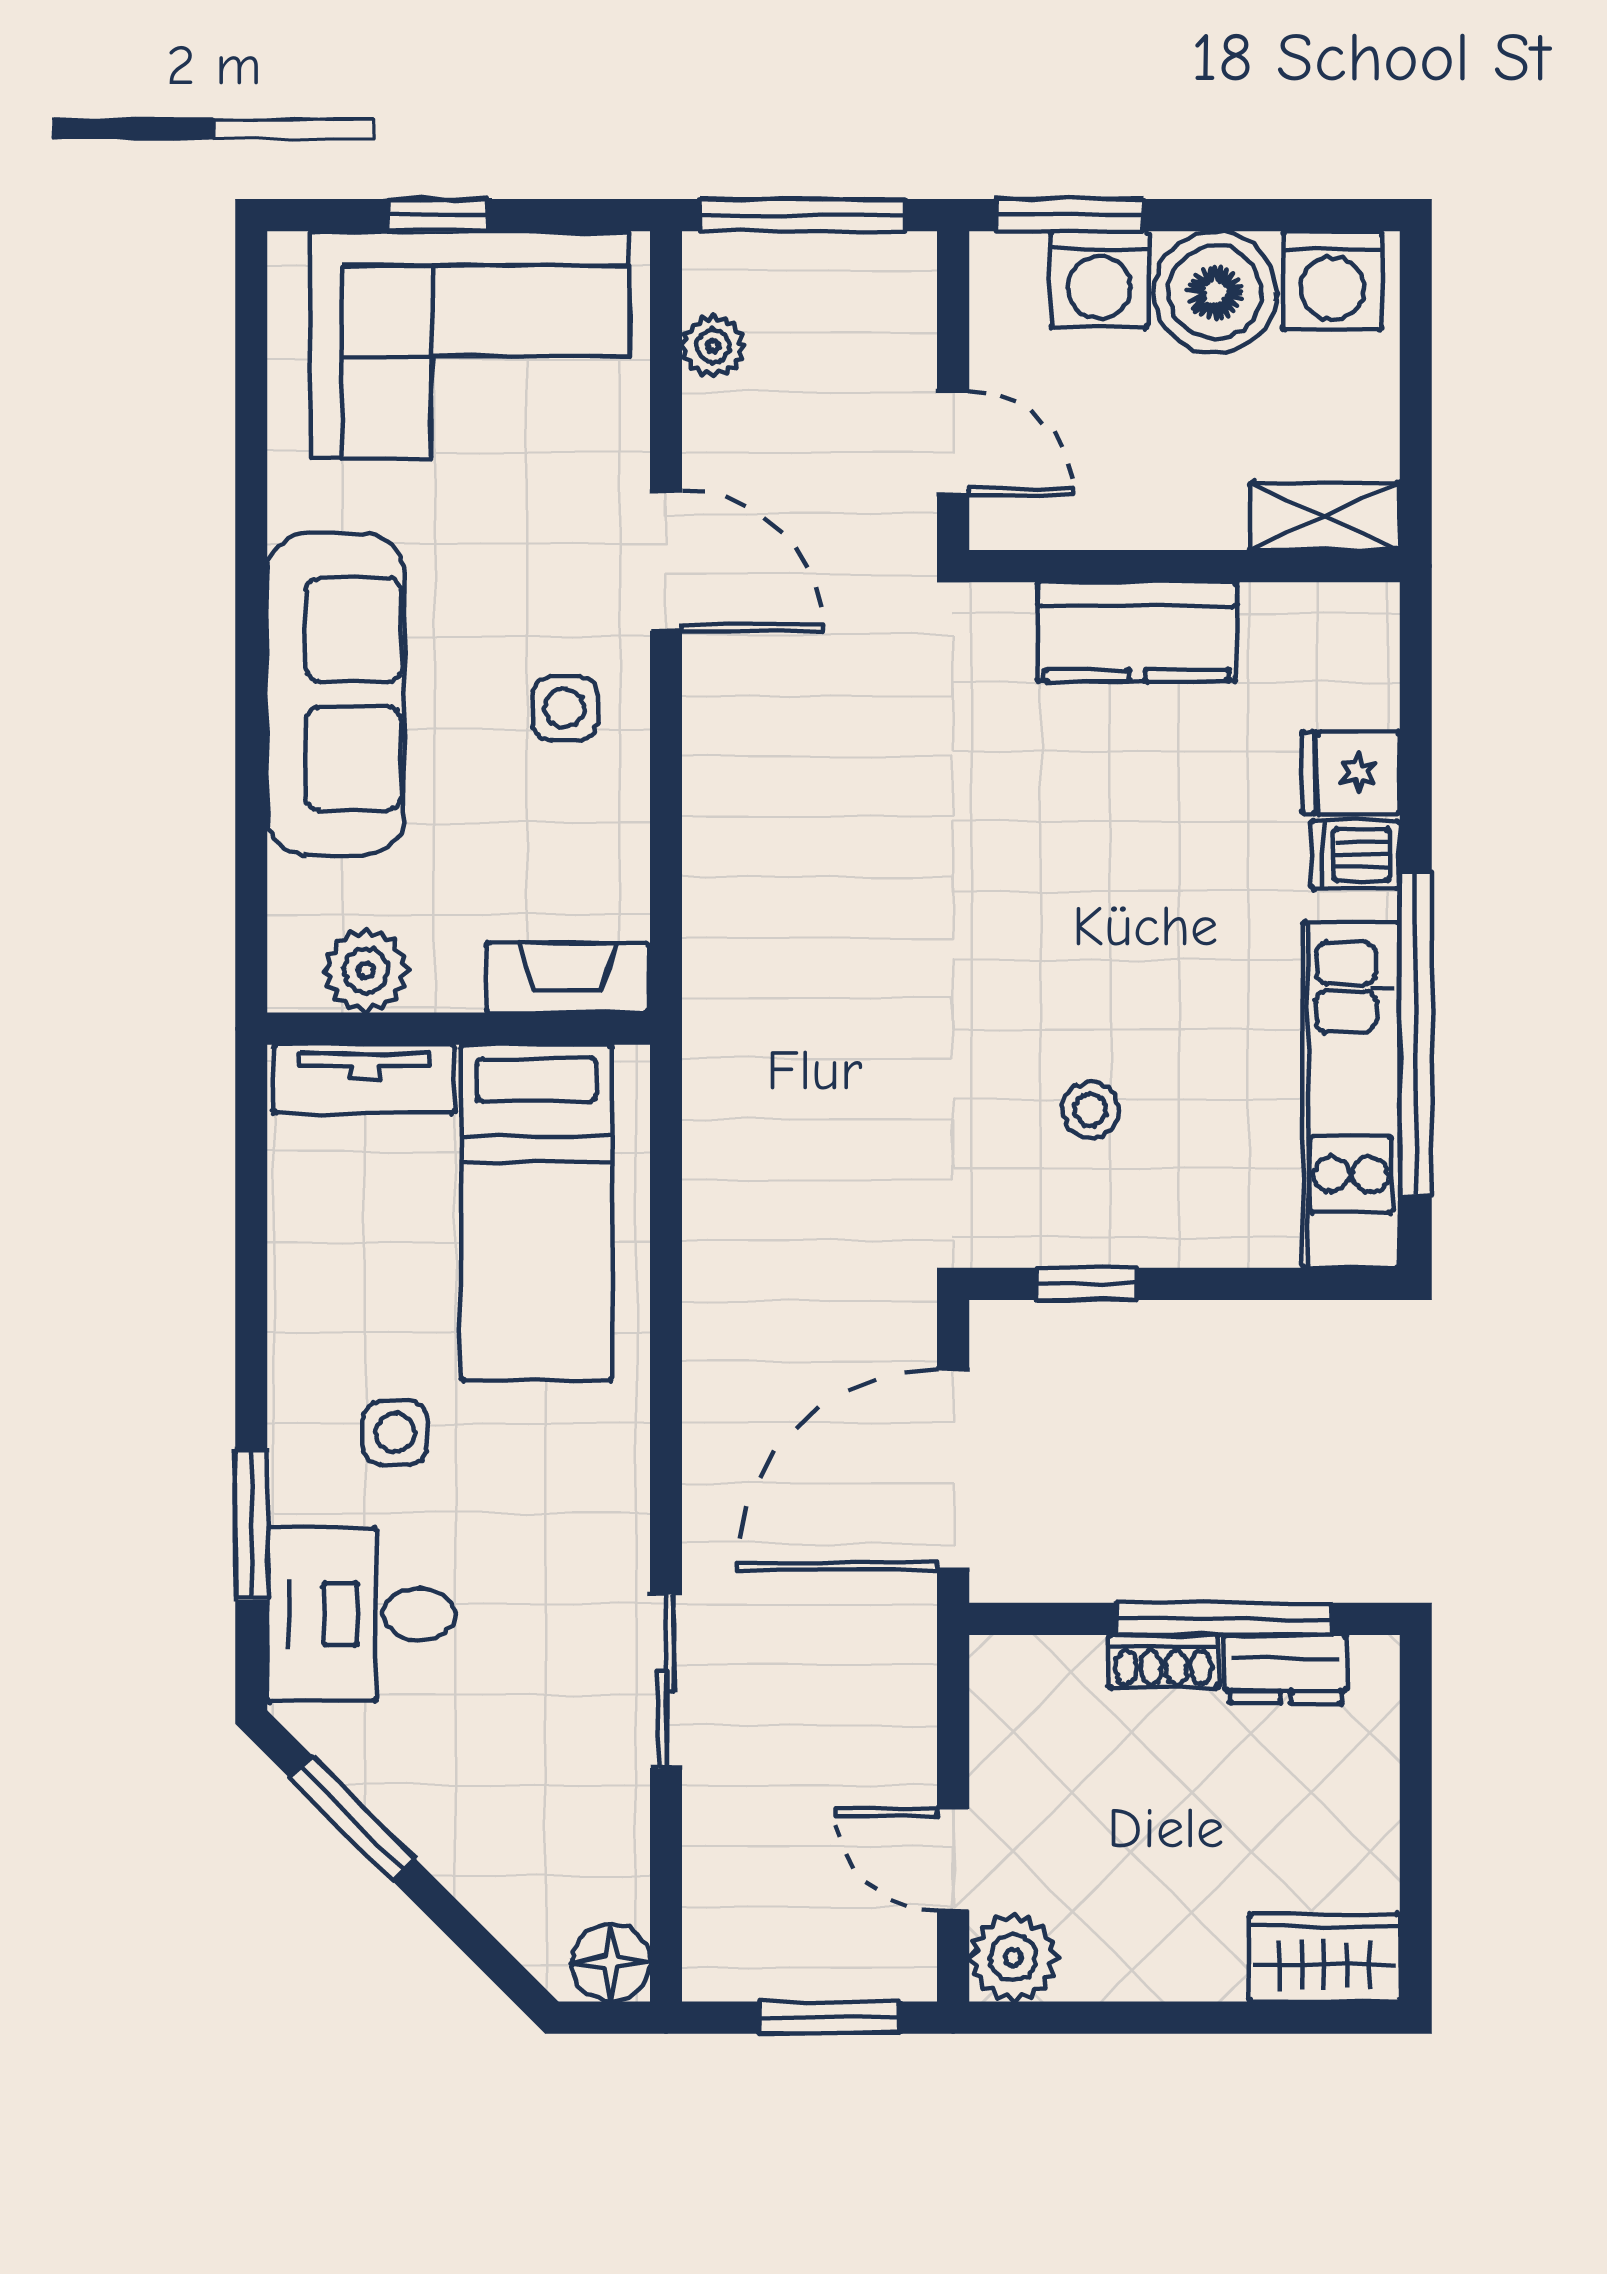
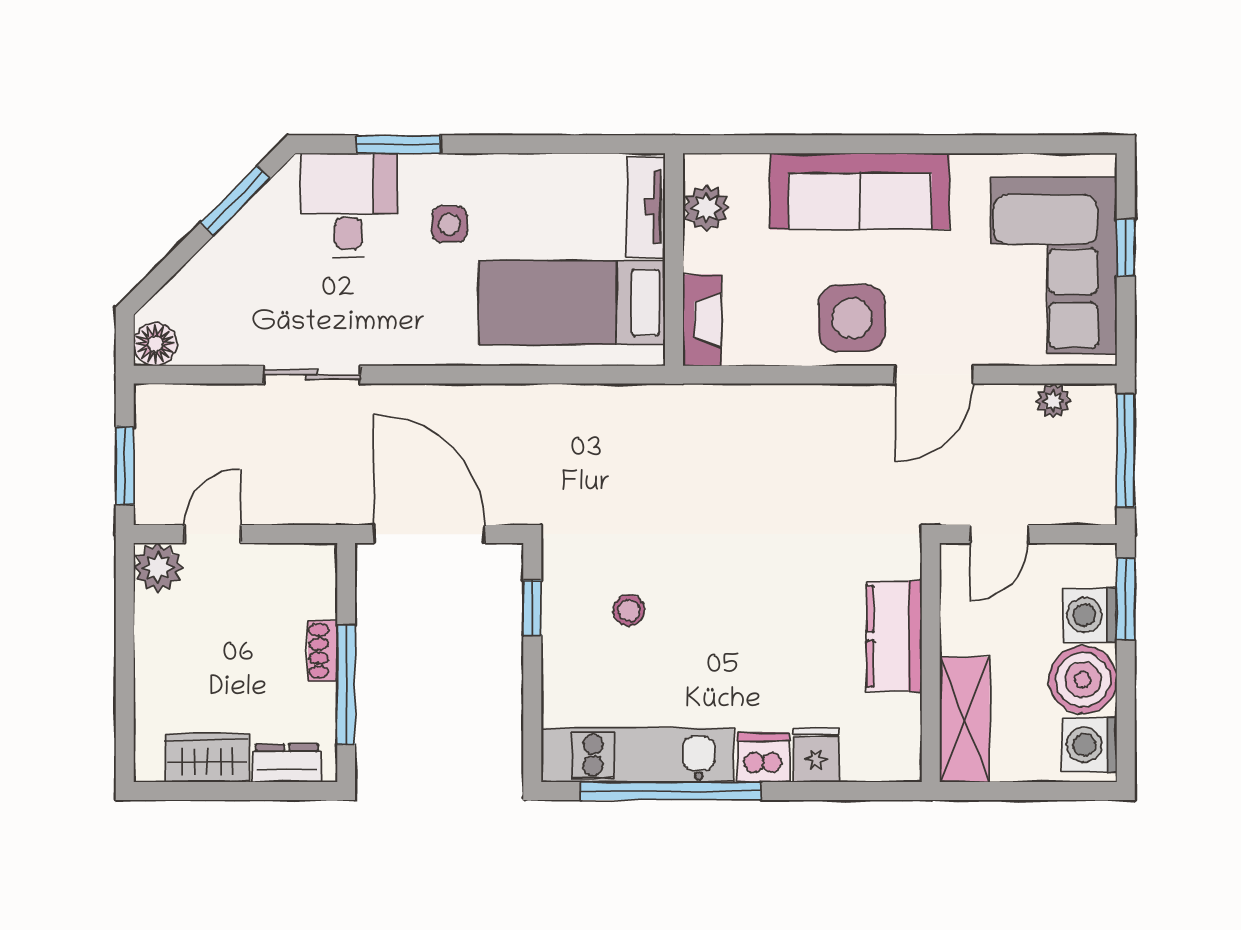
shelving: (1325, 516) -> (965, 720), width x1.50, depth x1.33
side table: (565, 708) -> (852, 318), width x1.87, depth x1.87
dishwasher: (1355, 855) -> (763, 758), width x1.38
dresser: (1286, 1669) -> (287, 763), moved, turned 90
wardrobe: (1324, 1958) -> (207, 758), moved, turned -90

